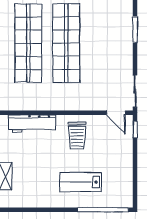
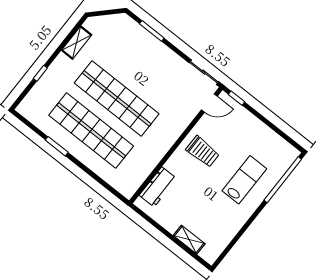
workbench: (32, 124) -> (158, 187), width x0.73
lab bench: (80, 182) -> (244, 180), turned 180

